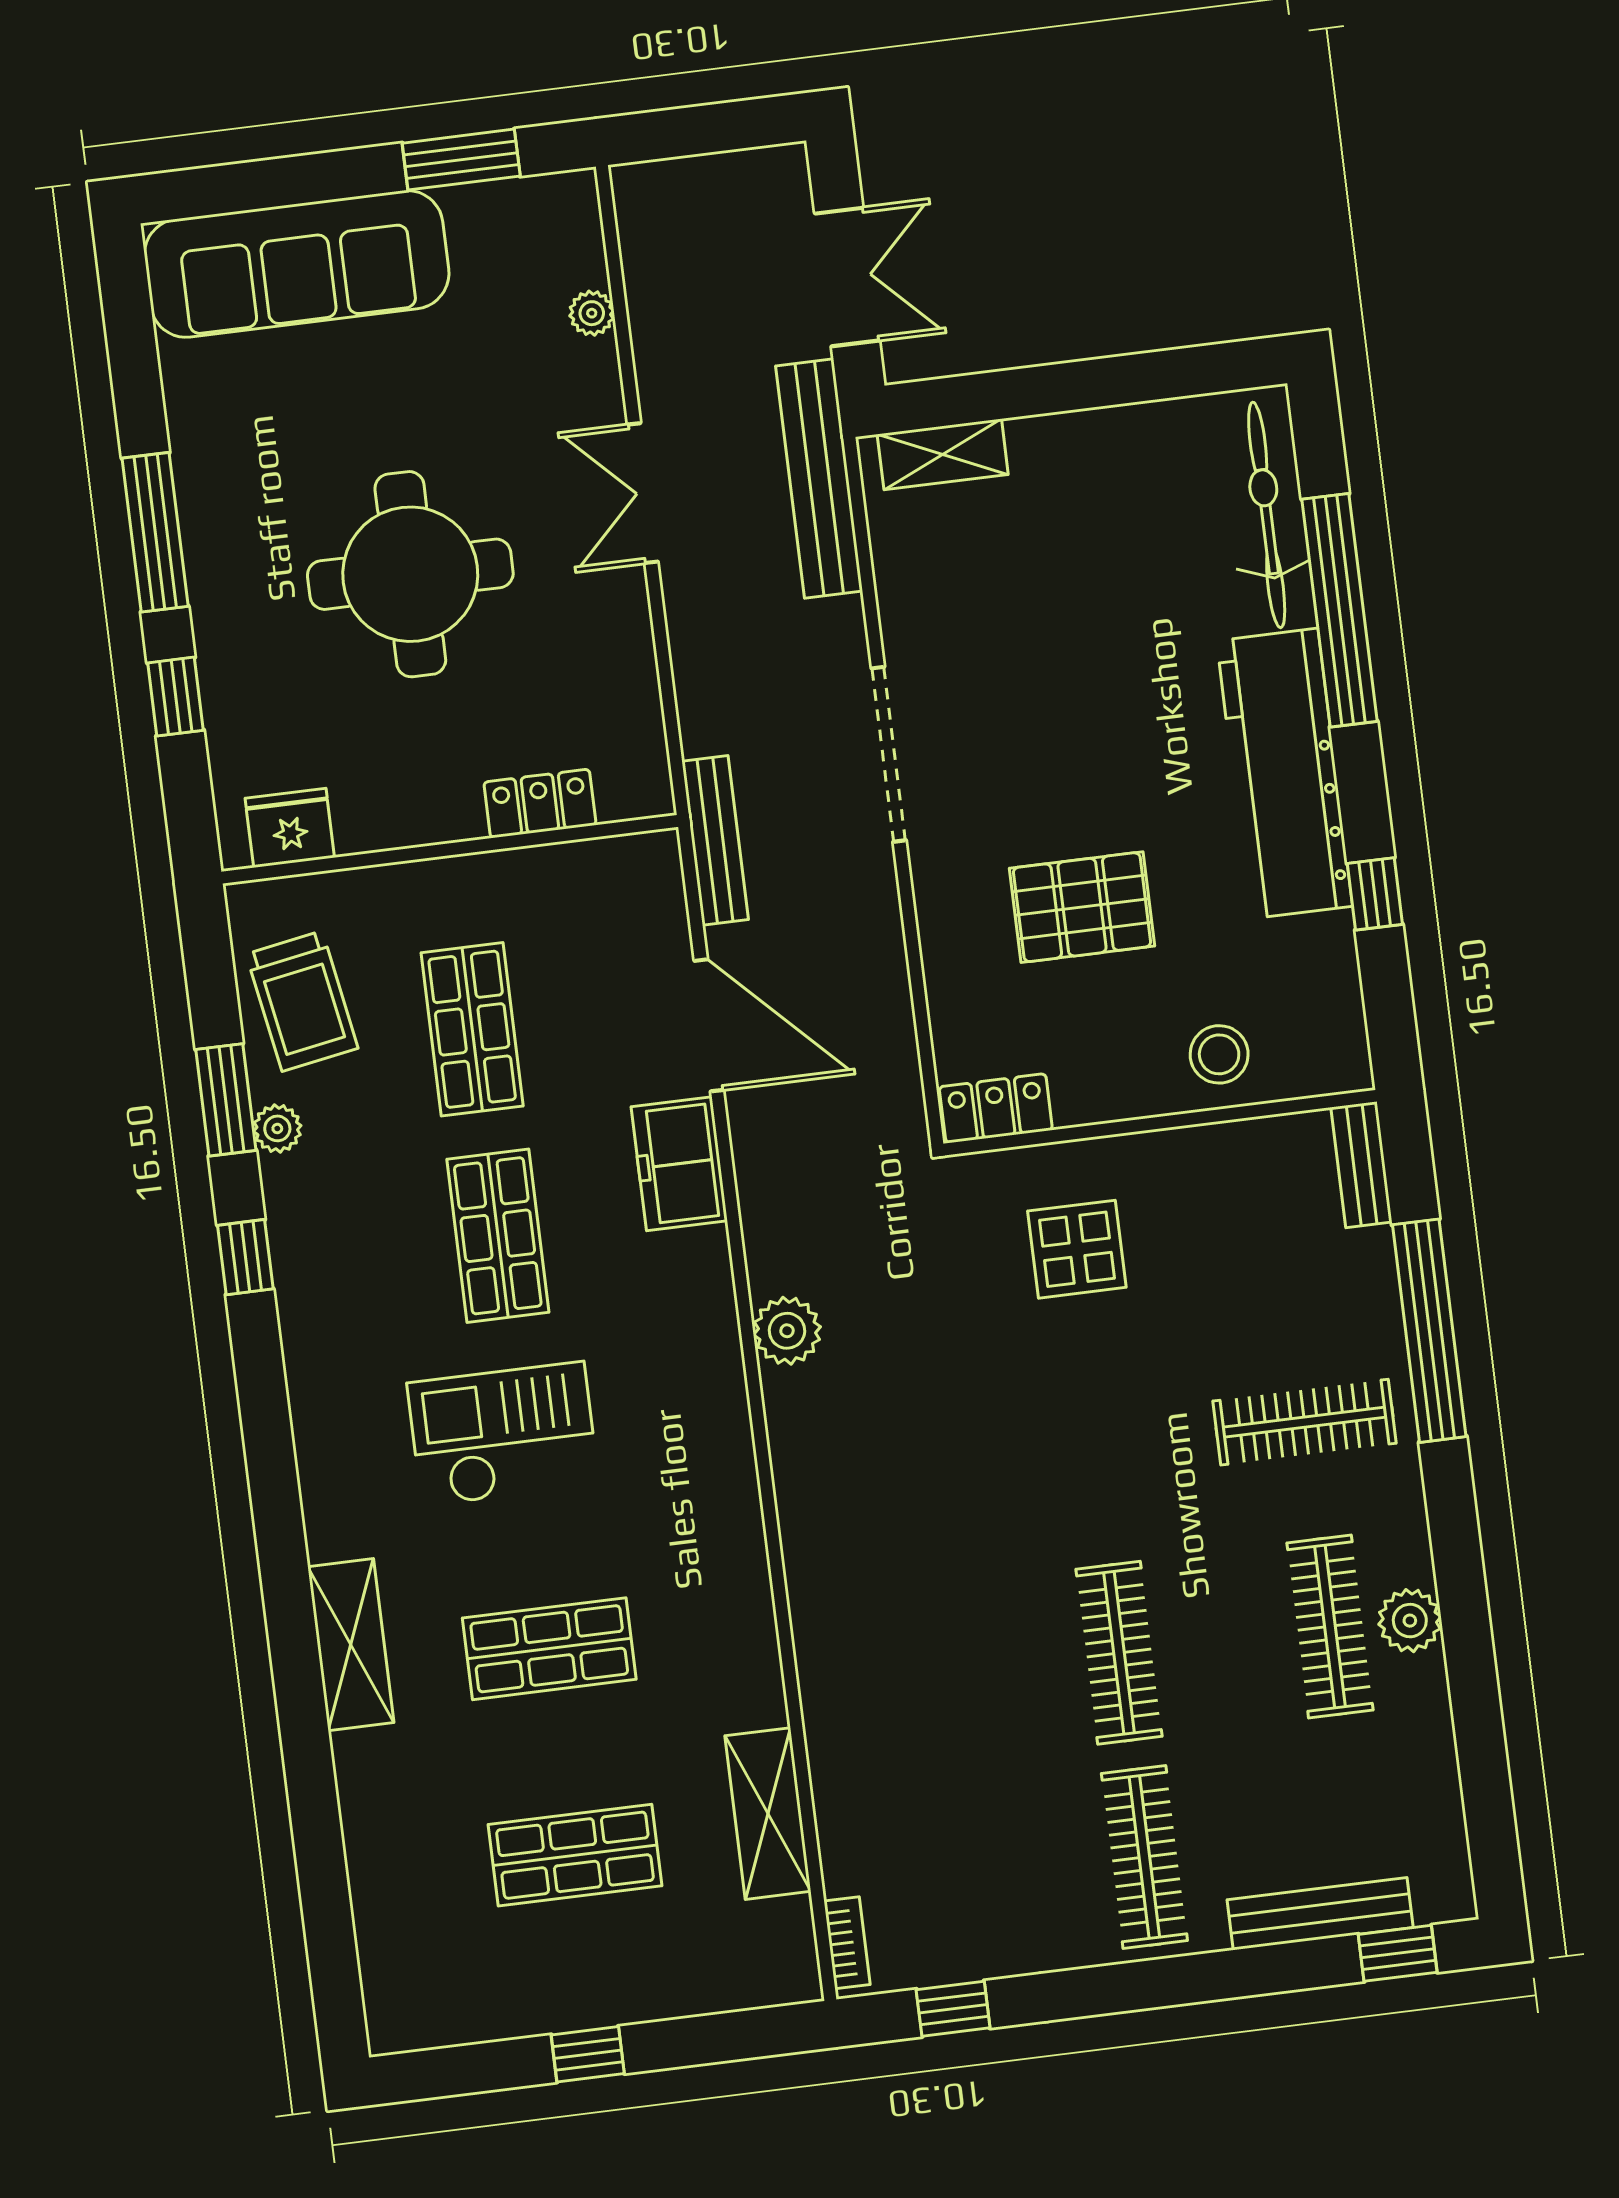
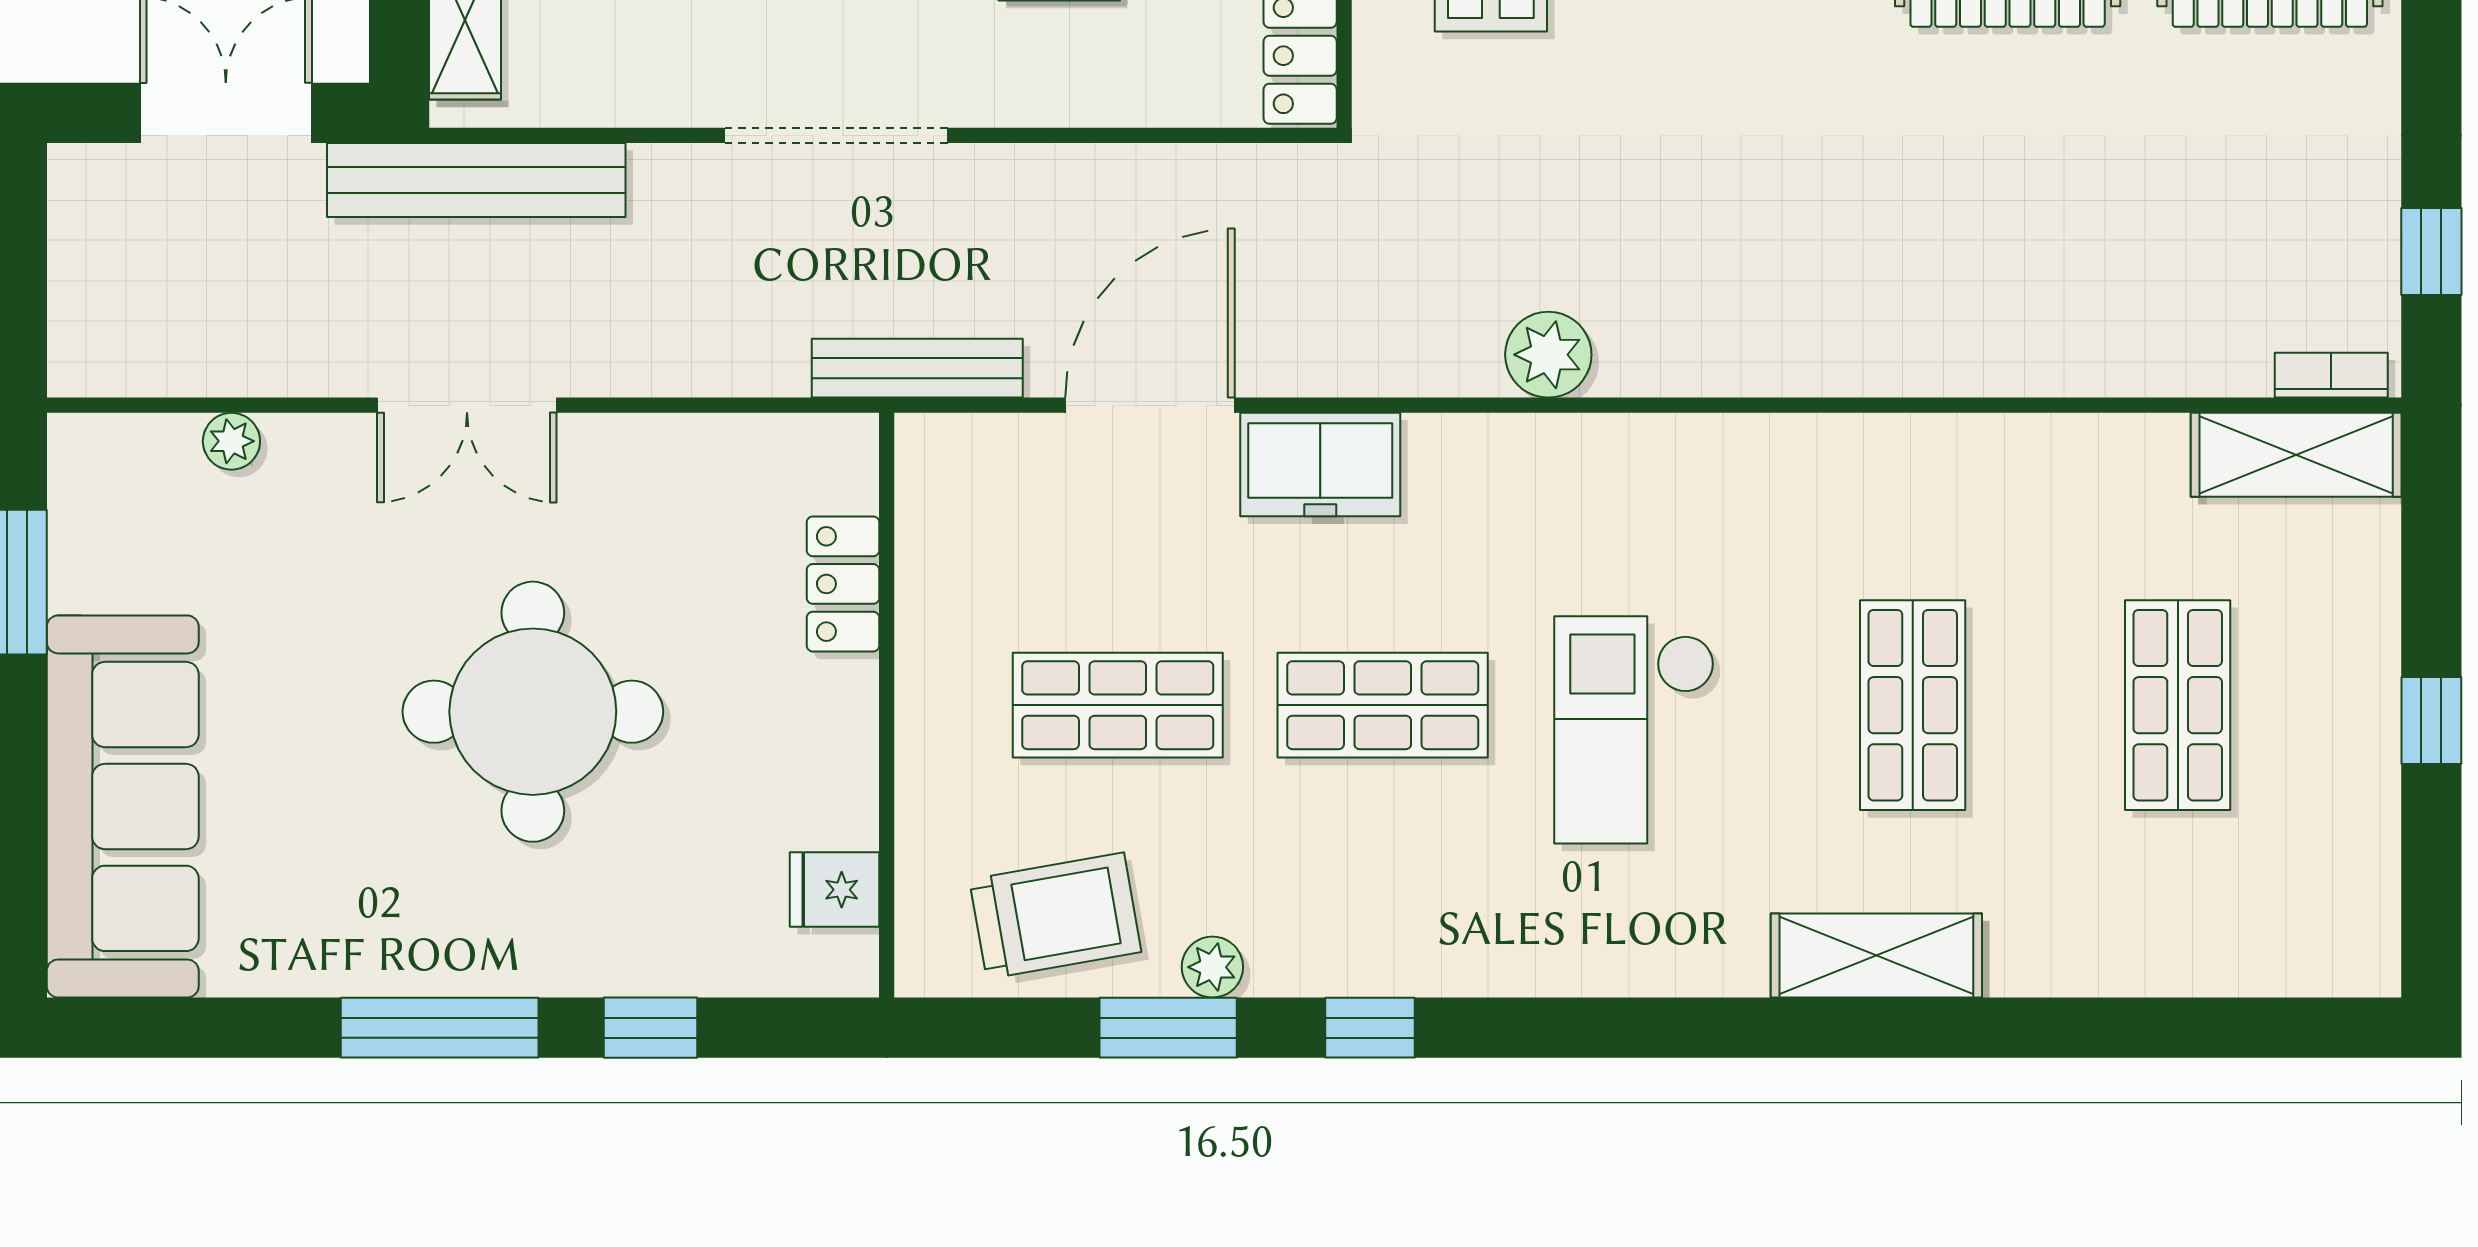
fridge: (290, 828) -> (835, 890), width x0.72
shelving: (768, 1814) -> (2296, 455), moved

